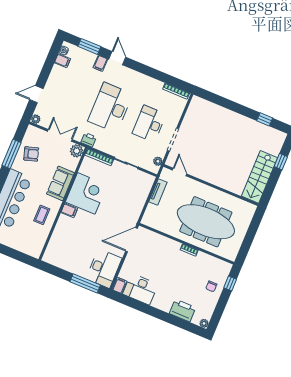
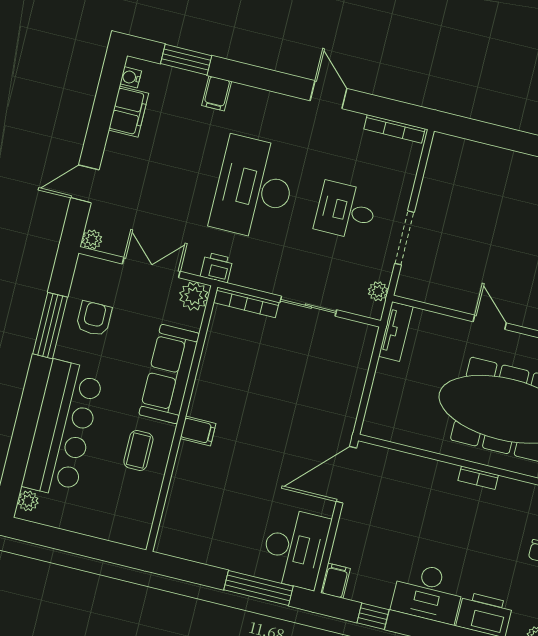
door: (117, 58) -> (328, 95), moved
filing cabinet: (62, 61) -> (129, 112), width x2.00
desk: (149, 124) -> (346, 211), width x0.73
armchair: (31, 154) -> (94, 319), turned -73
door: (180, 172) -> (490, 322), moved
sofa: (60, 183) -> (169, 374), width x1.36
tv unit: (158, 192) -> (396, 332), moved
corner desk: (86, 193) -> (230, 387), removed
desk: (140, 289) -> (428, 593), moved
window: (134, 304) -> (373, 616), added

